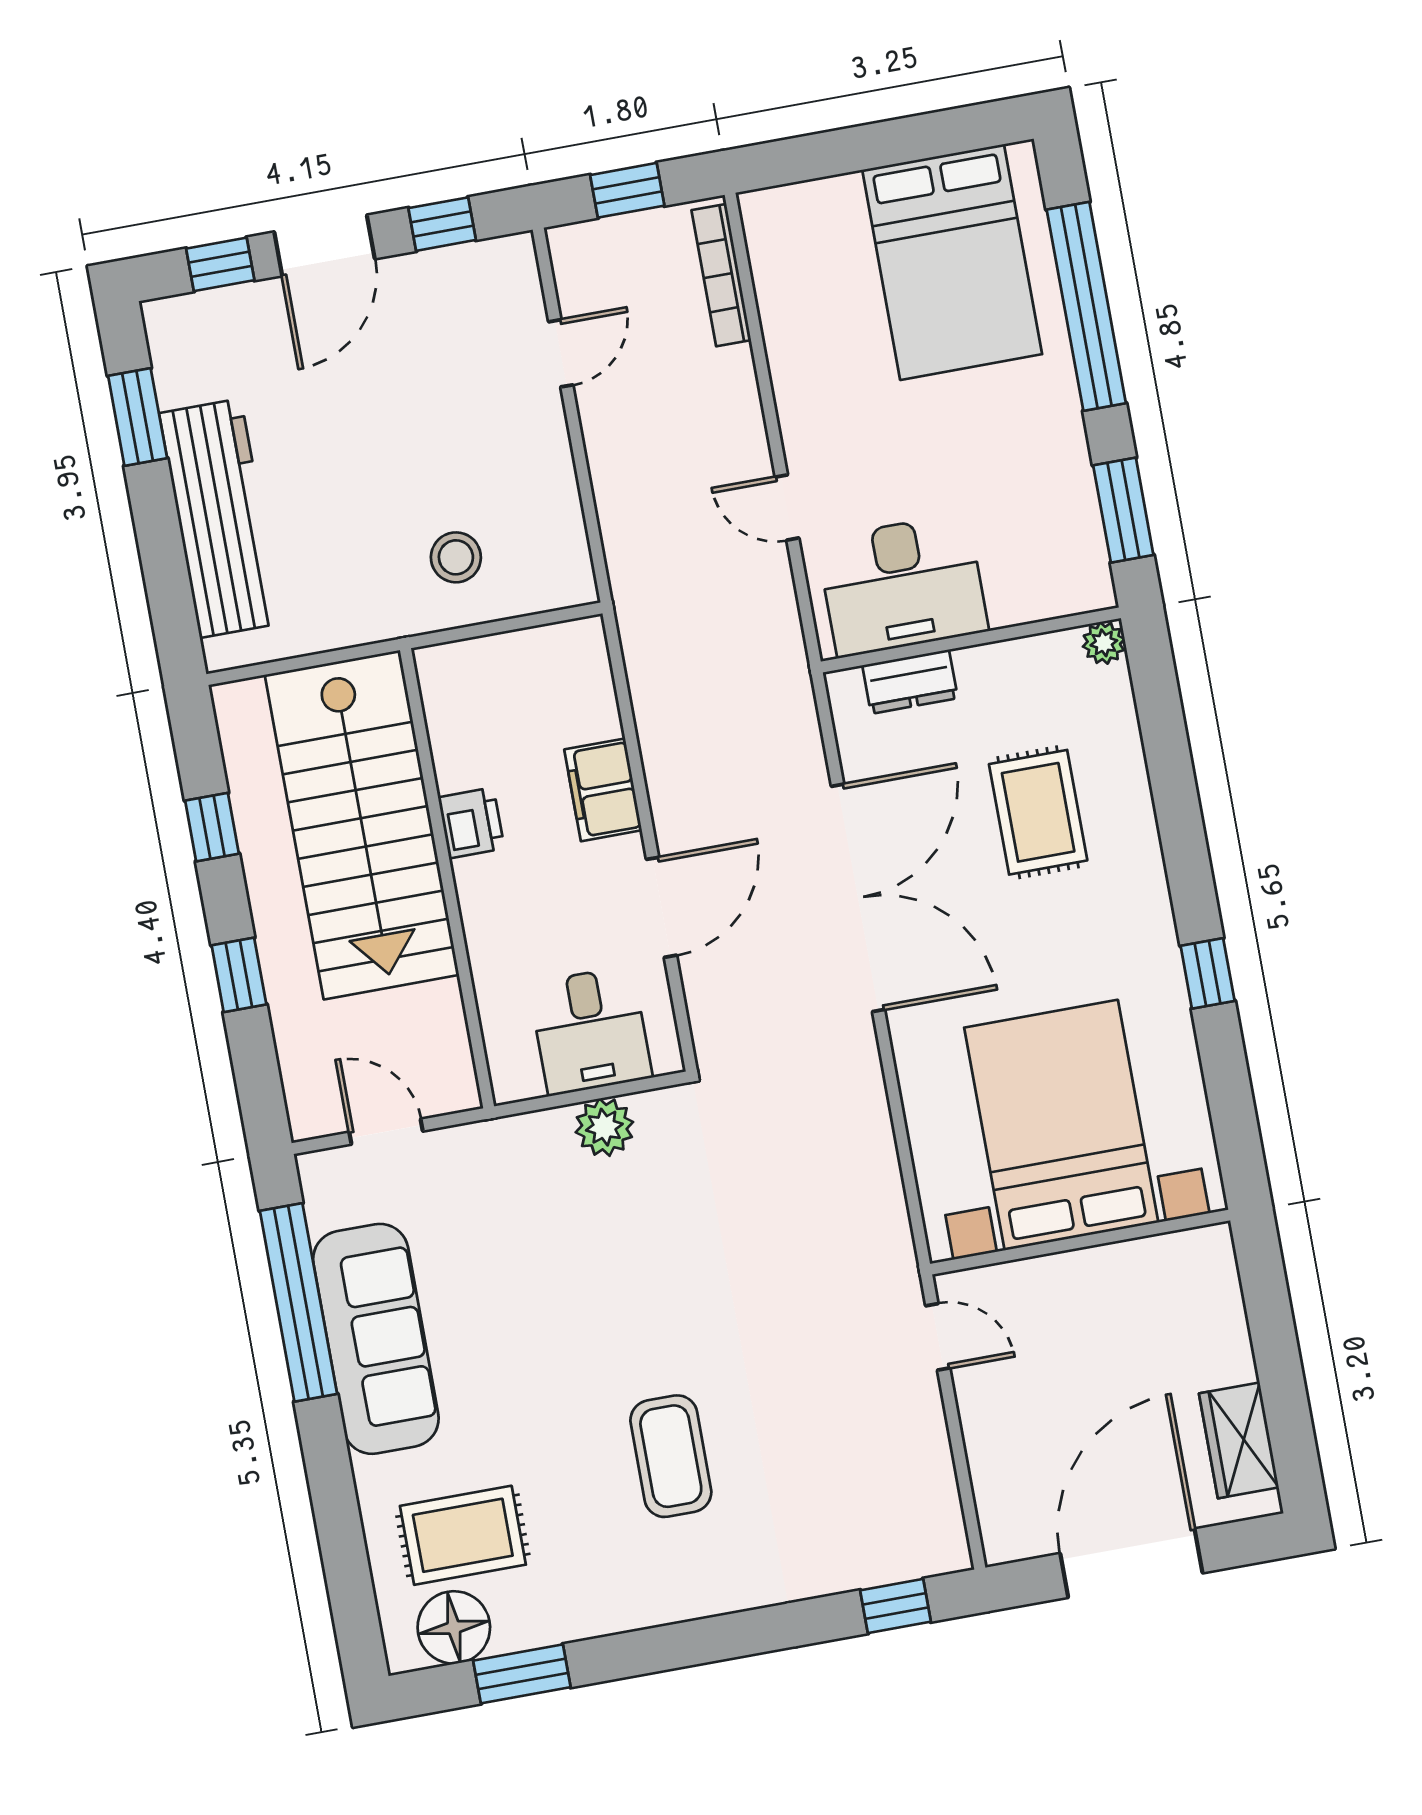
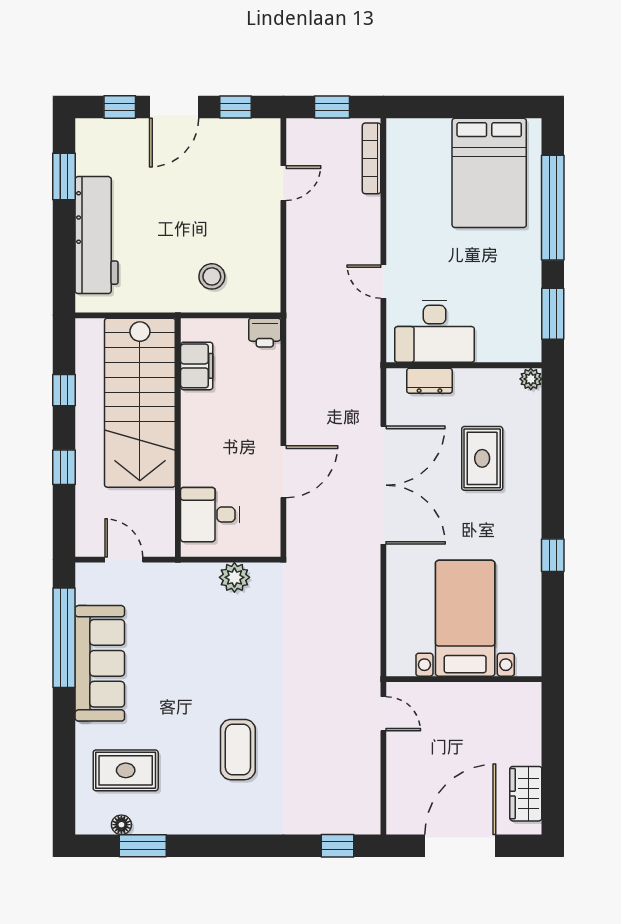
filing cabinet: (603, 790) -> (197, 366), moved, turned 180
printer: (471, 823) -> (265, 333), moved, turned 90
desk: (590, 1031) -> (210, 515), moved, turned 90
bed with nightstands: (1061, 1125) -> (465, 618), width x0.73
floor lamp: (454, 1627) -> (121, 825), width x0.53, depth x0.53

